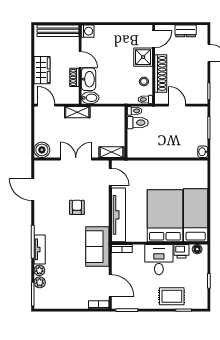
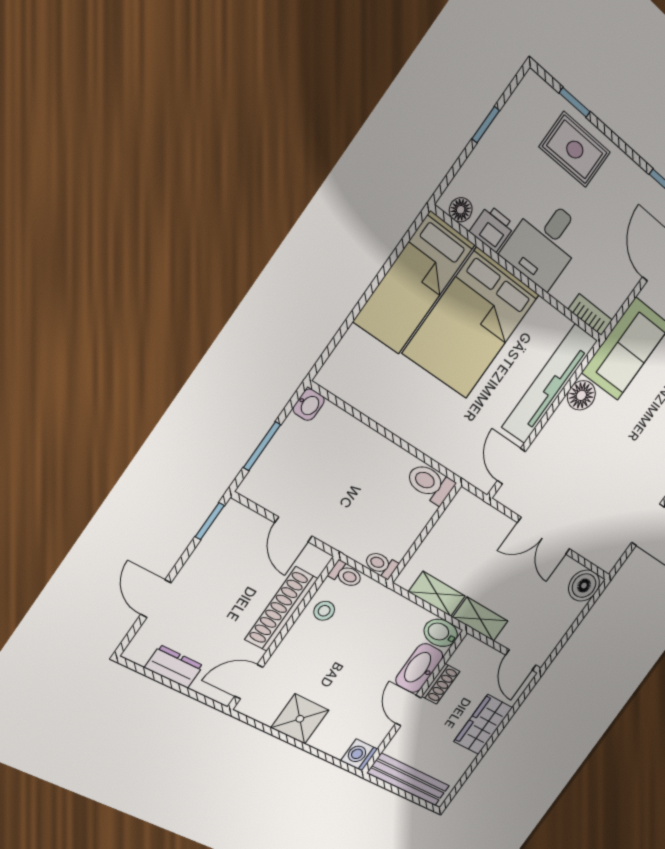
shower: (143, 57) -> (300, 719), moved
toilet: (138, 123) -> (430, 483), moved
shelving: (112, 152) -> (437, 594), moved
armchair: (77, 207) -> (606, 446), removed
floor lamp: (102, 219) -> (581, 395), added

